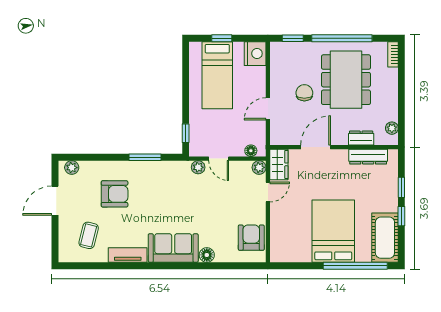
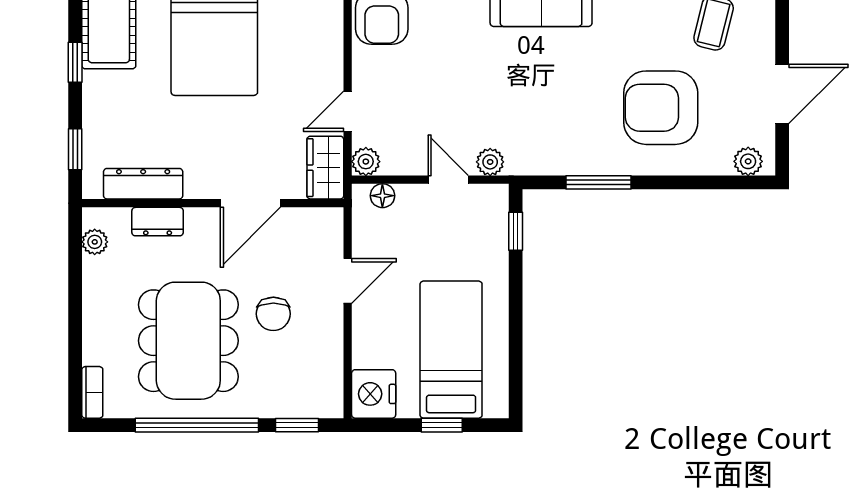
window: (401, 187) -> (75, 149), moved
armchair: (115, 194) -> (661, 108), width x1.36, depth x1.36

